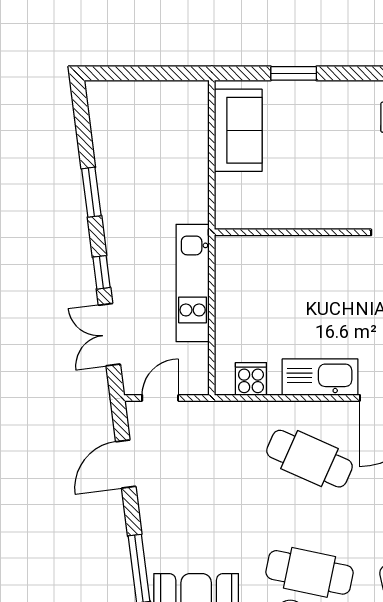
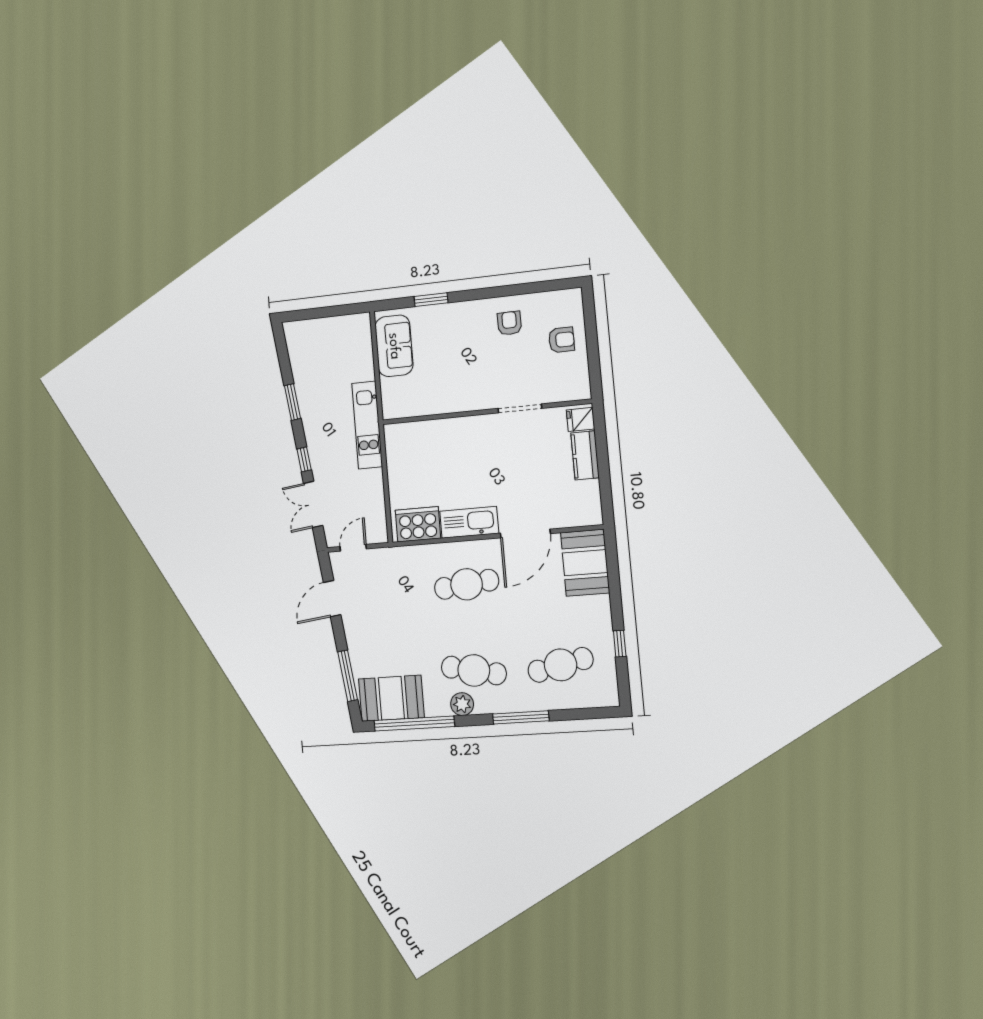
kitchen unit: (193, 283) -> (367, 425), moved
cooker: (251, 379) -> (418, 524), width x1.87, depth x1.31
cafe table: (309, 459) -> (467, 584), turned -30

